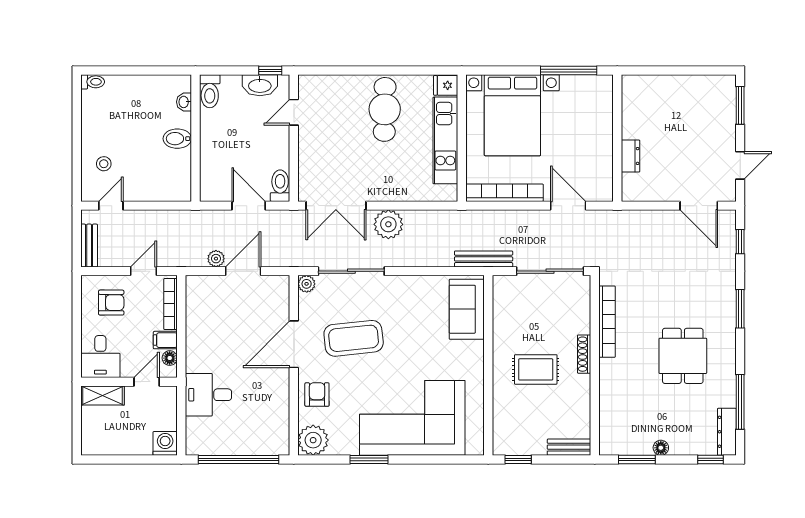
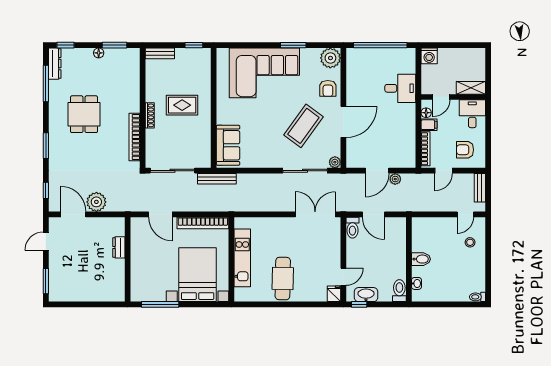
fridge: (446, 85) -> (334, 294), moved, turned -90
plant: (388, 224) -> (96, 202), moved
coffee table: (354, 338) -> (303, 126), turned -48

